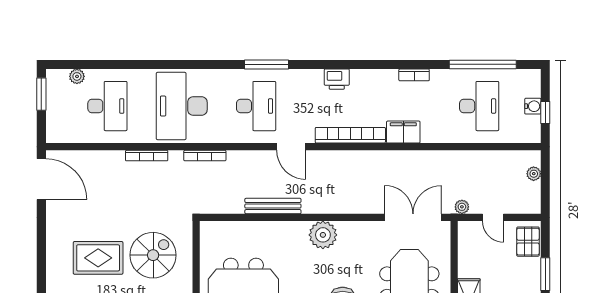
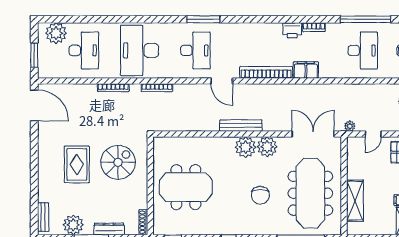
plant: (77, 76) -> (56, 33), width x1.88, depth x1.88
printer: (337, 79) -> (292, 30), moved
window: (41, 94) -> (34, 55), moved
bench: (273, 206) -> (241, 126), moved
door: (493, 217) -> (373, 134), hinge flipped
plant: (352, 234) -> (267, 147), added
rug: (98, 258) -> (77, 164), turned 90

